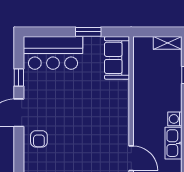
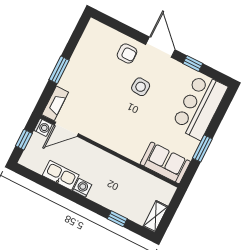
side table: (62, 113) -> (141, 87), added
armchair: (39, 139) -> (127, 53), turned 180

